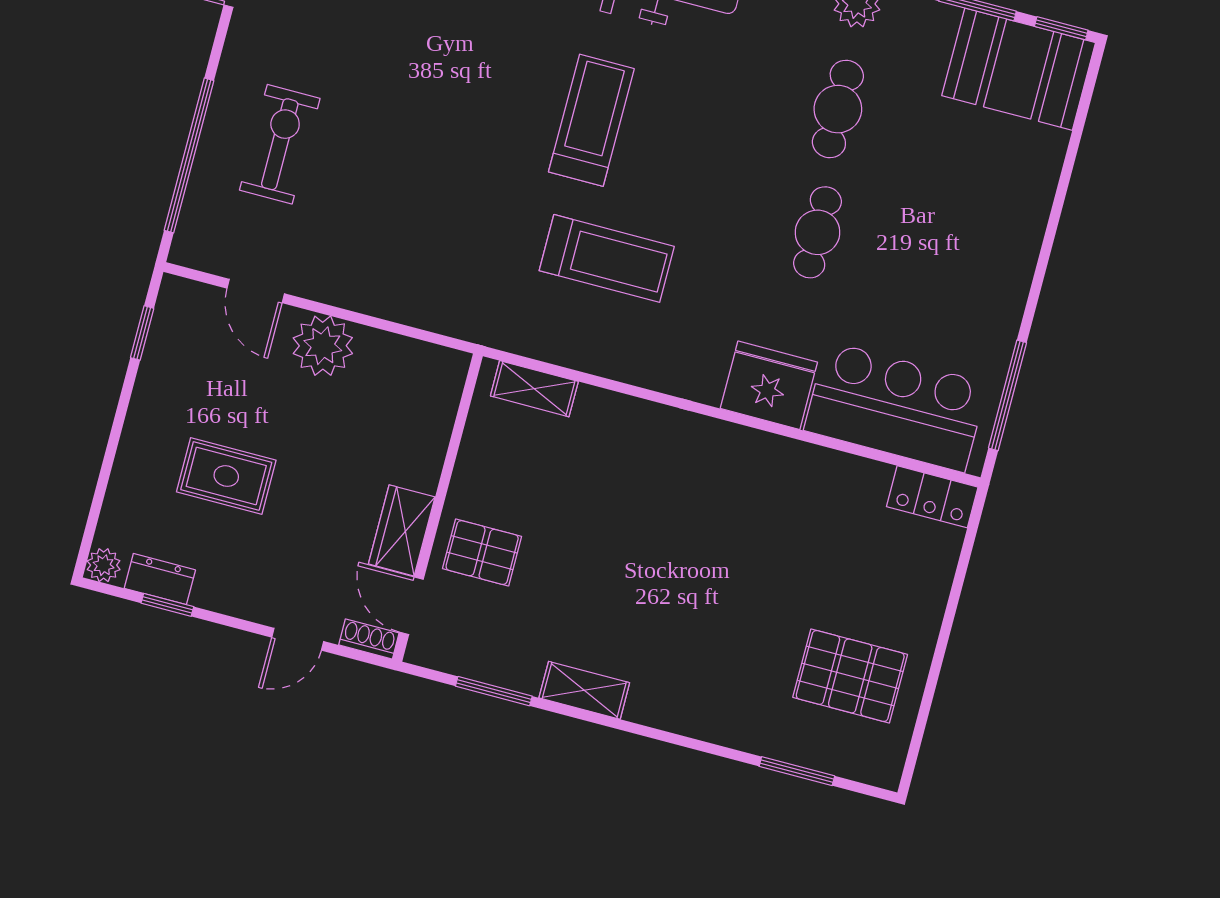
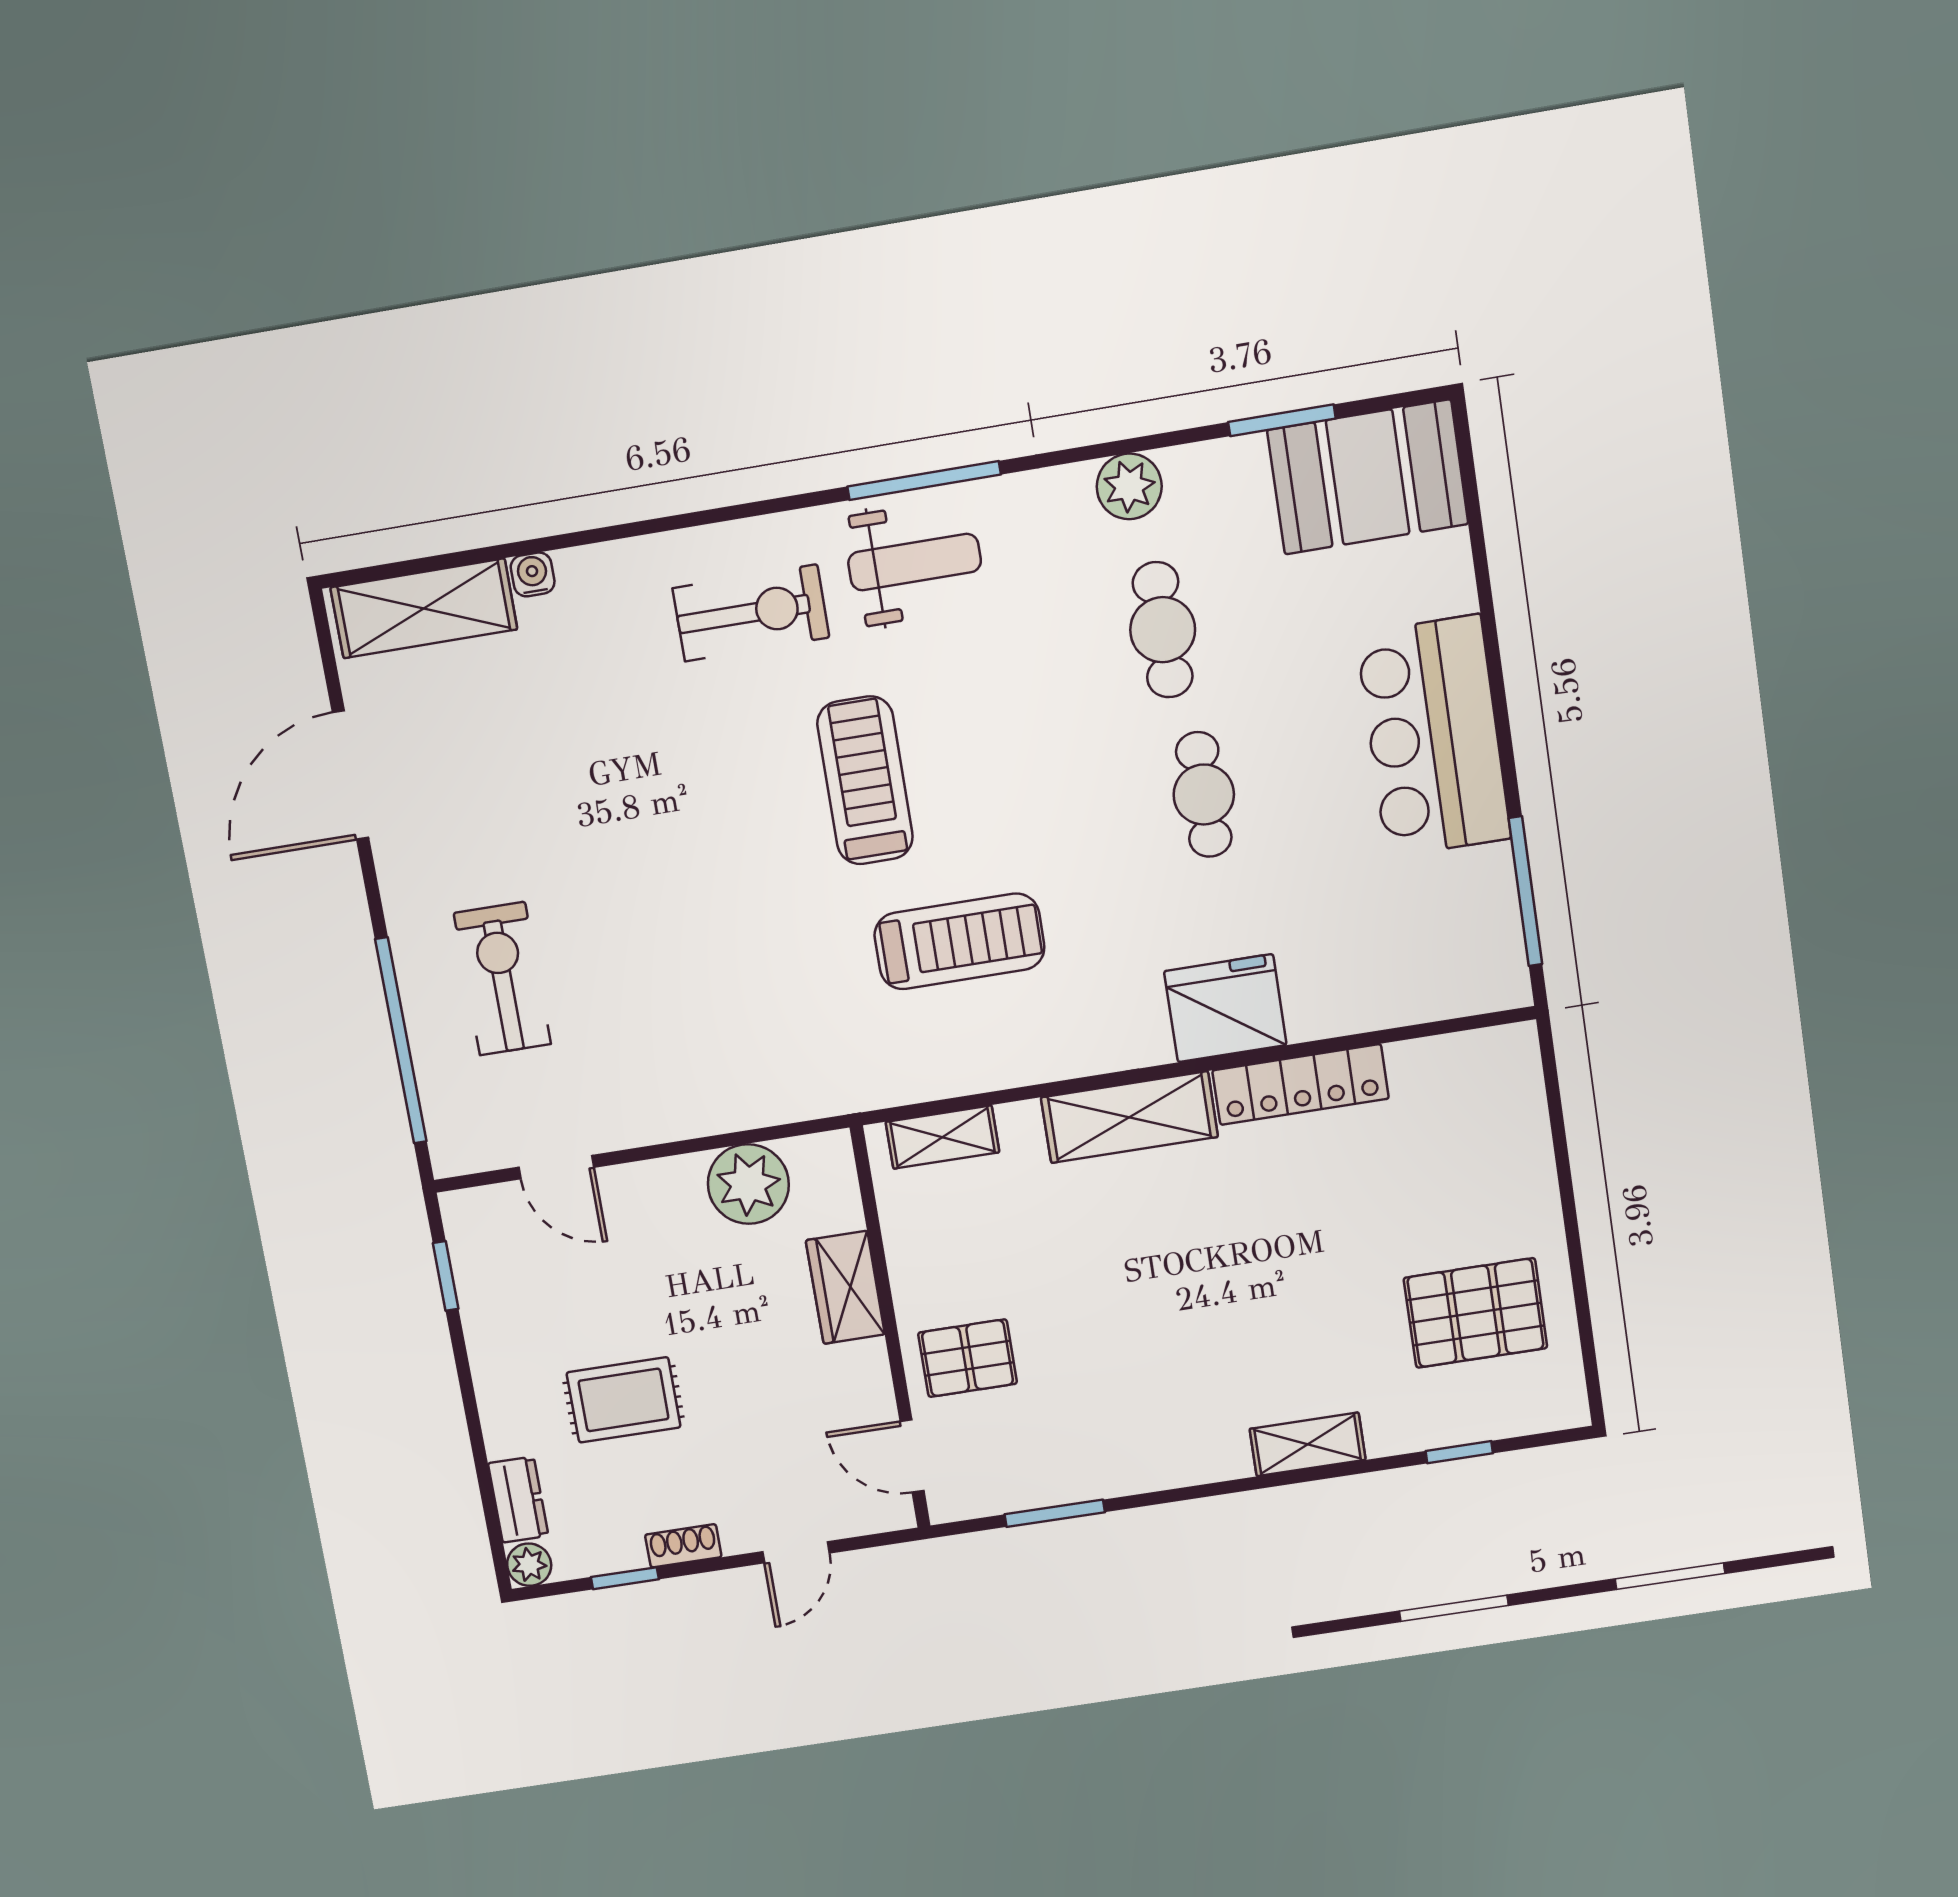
window: (1061, 28) -> (1400, 400), removed
plant: (323, 346) -> (748, 1184), moved
bar counter: (896, 407) -> (1433, 736), moved, turned -90
shelving: (670, 432) -> (1129, 1117), added
locker: (932, 497) -> (1301, 1085), moved, width x1.53
wardrobe: (402, 530) -> (845, 1287), moved
dresser: (160, 579) -> (518, 1500), moved, turned 90
shoe rack: (369, 639) -> (683, 1546), moved
shelving: (584, 690) -> (1308, 1444), moved
window: (797, 771) -> (1459, 1452), width x0.67

